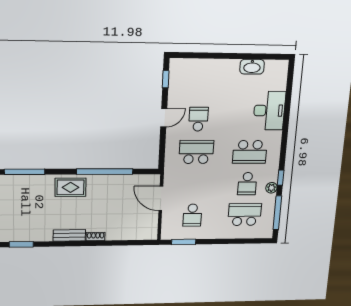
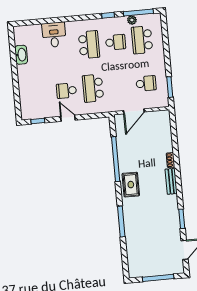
desk: (269, 111) -> (54, 35), width x0.73
plant: (271, 188) -> (132, 20), moved

